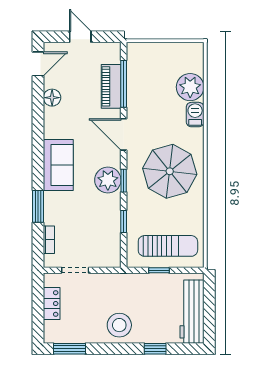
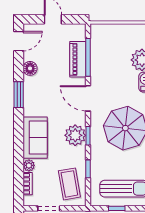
sofa: (58, 165) -> (35, 138), moved
window: (38, 206) -> (19, 95), moved
plant: (51, 217) -> (29, 165), added
coffee table: (101, 240) -> (69, 184), added

